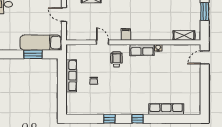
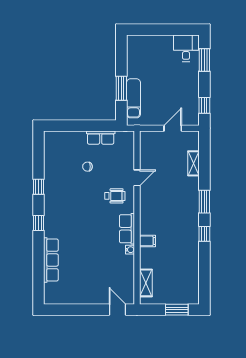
filing cabinet: (126, 34) -> (147, 241), moved
exam couch: (41, 43) -> (133, 98), width x0.73, depth x0.69
row of seats: (71, 76) -> (101, 138), width x0.68

